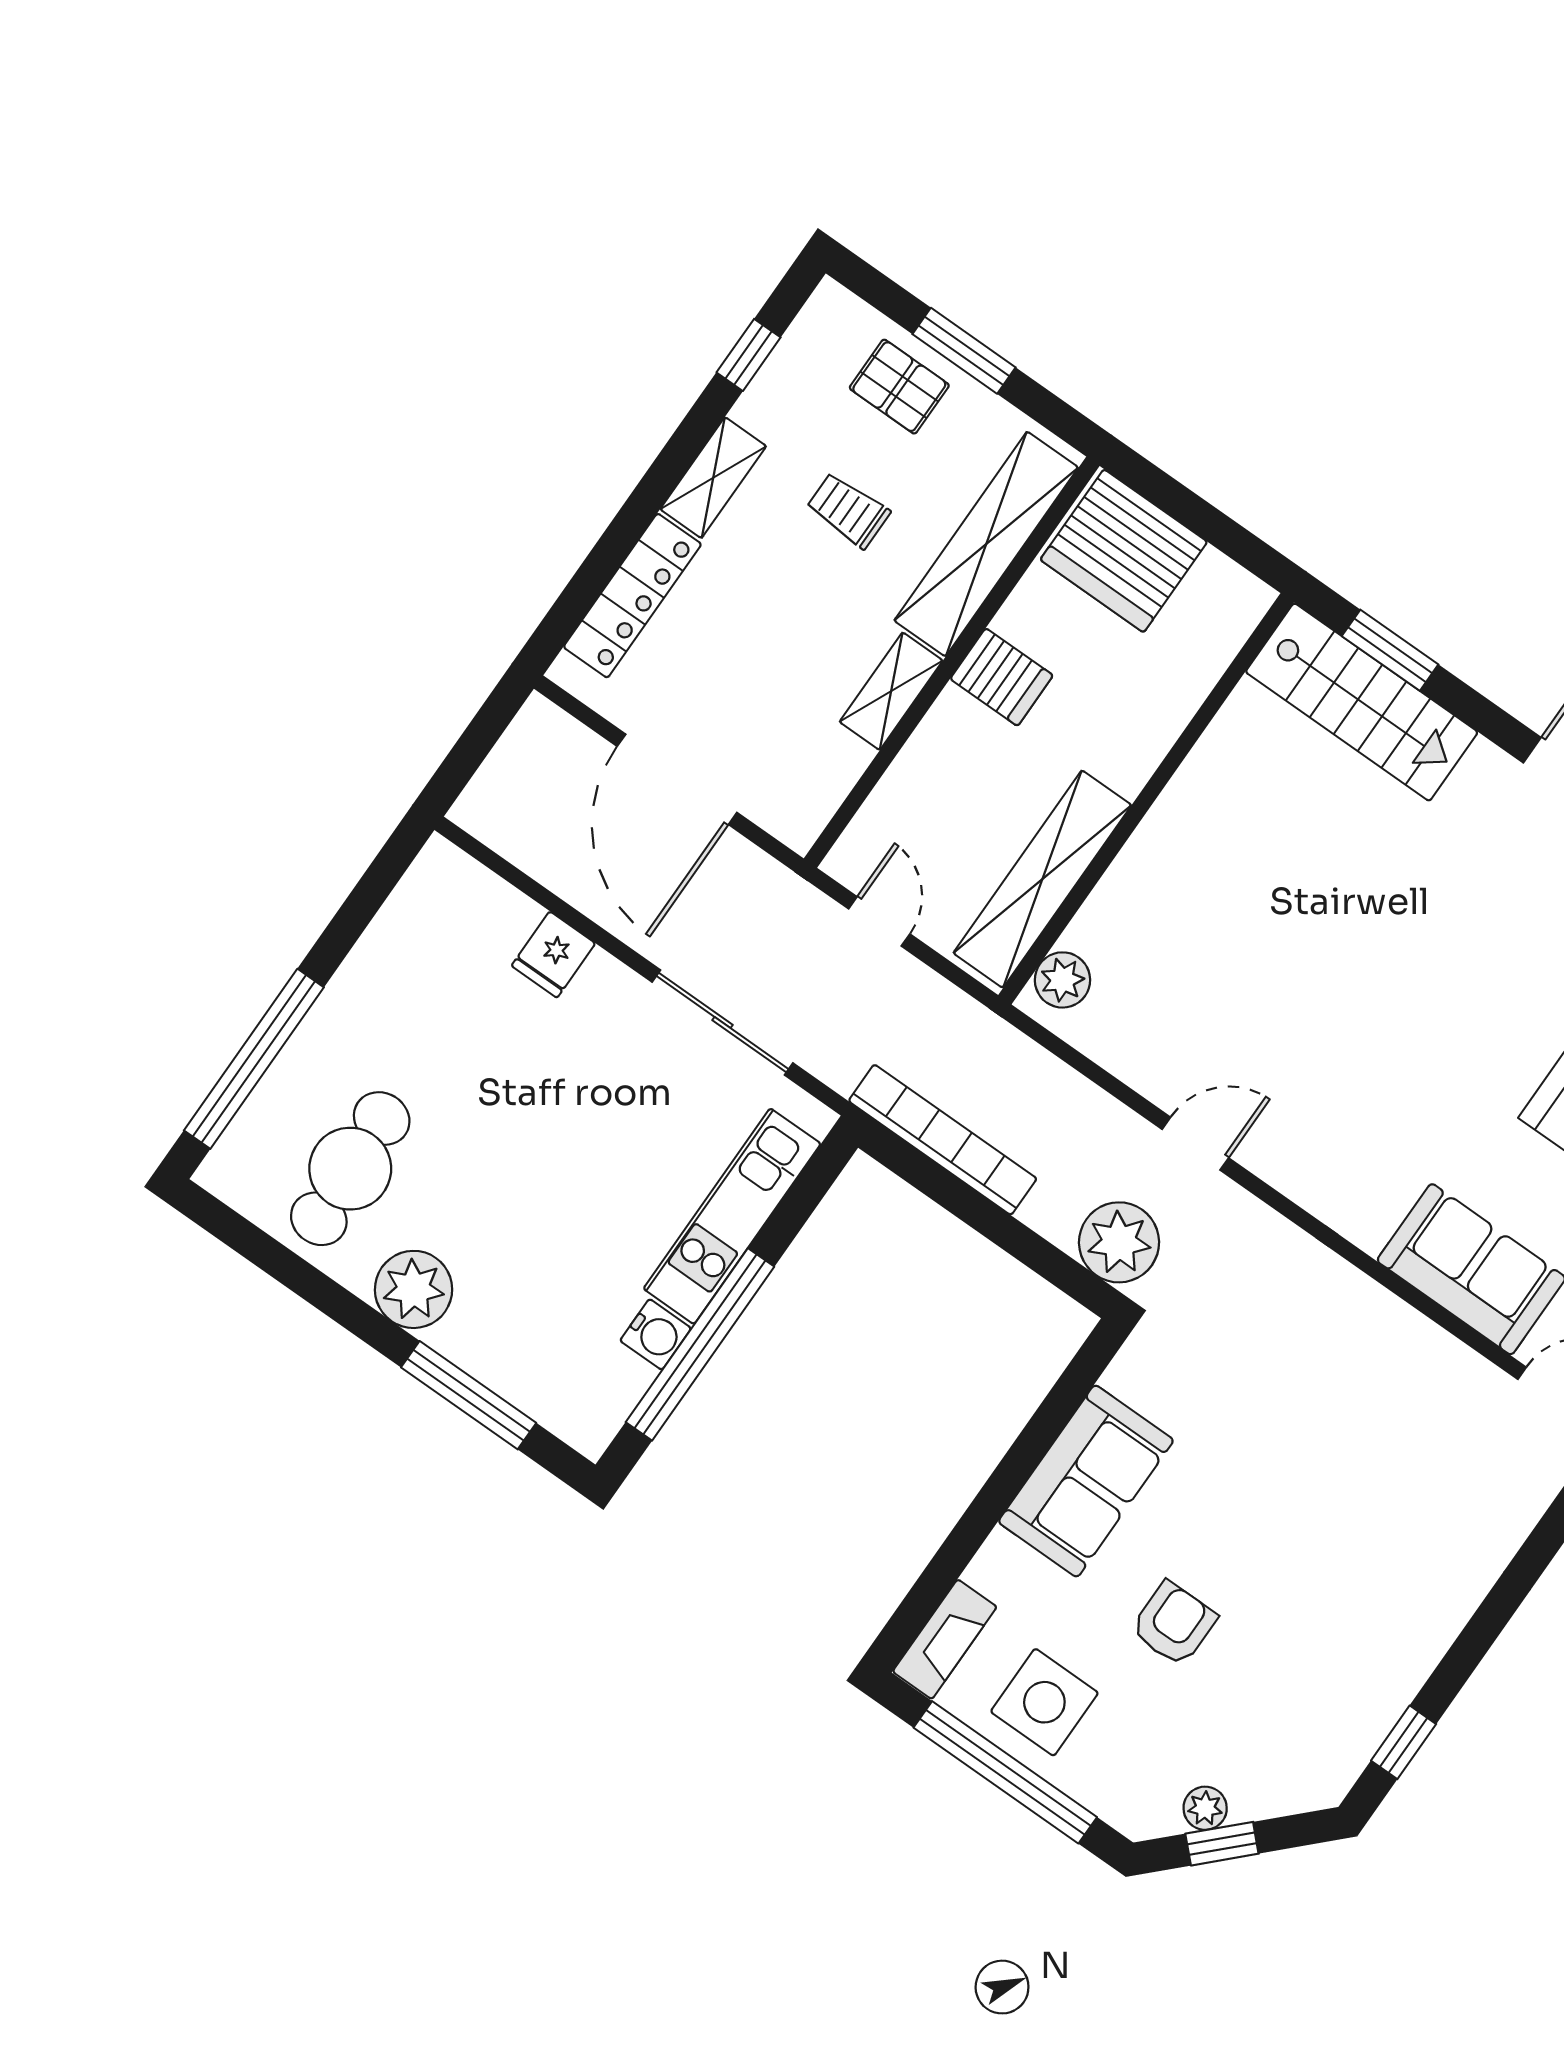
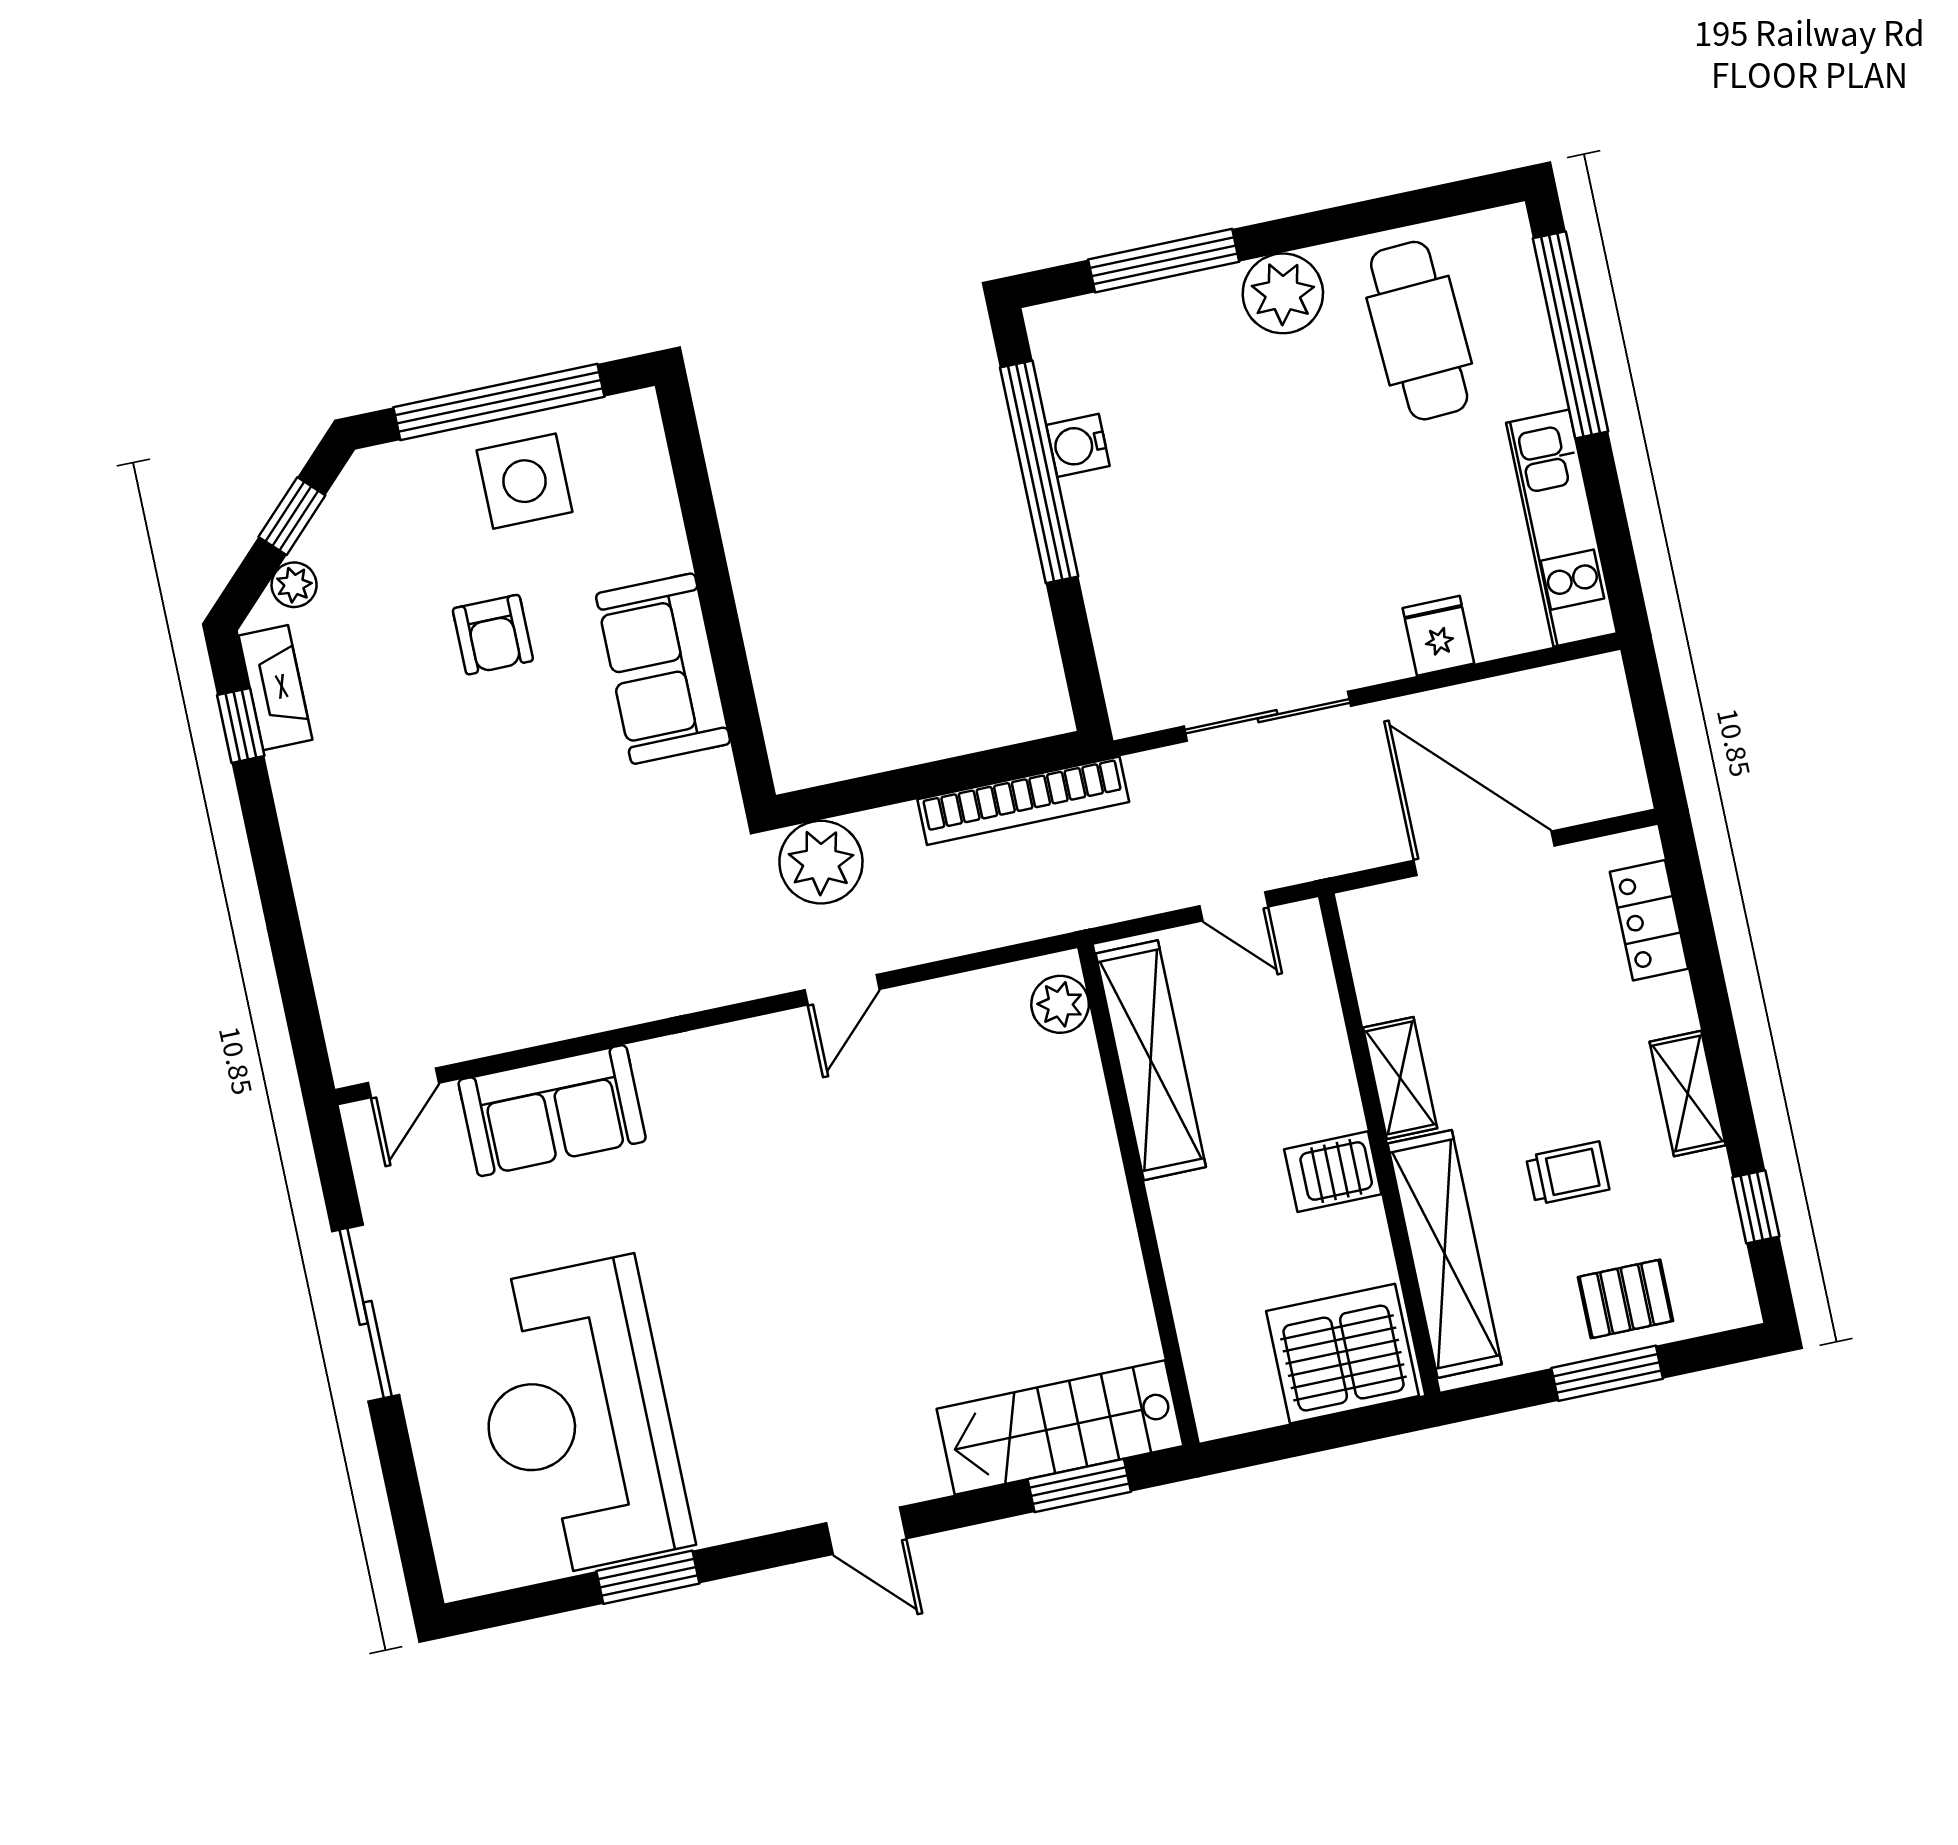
locker: (632, 596) -> (1649, 920), width x0.66
kitchen unit: (732, 1216) -> (1561, 528), moved, turned 180
fireplace: (945, 1639) -> (275, 688), moved, turned 180
plant: (1205, 1808) -> (294, 585), moved

